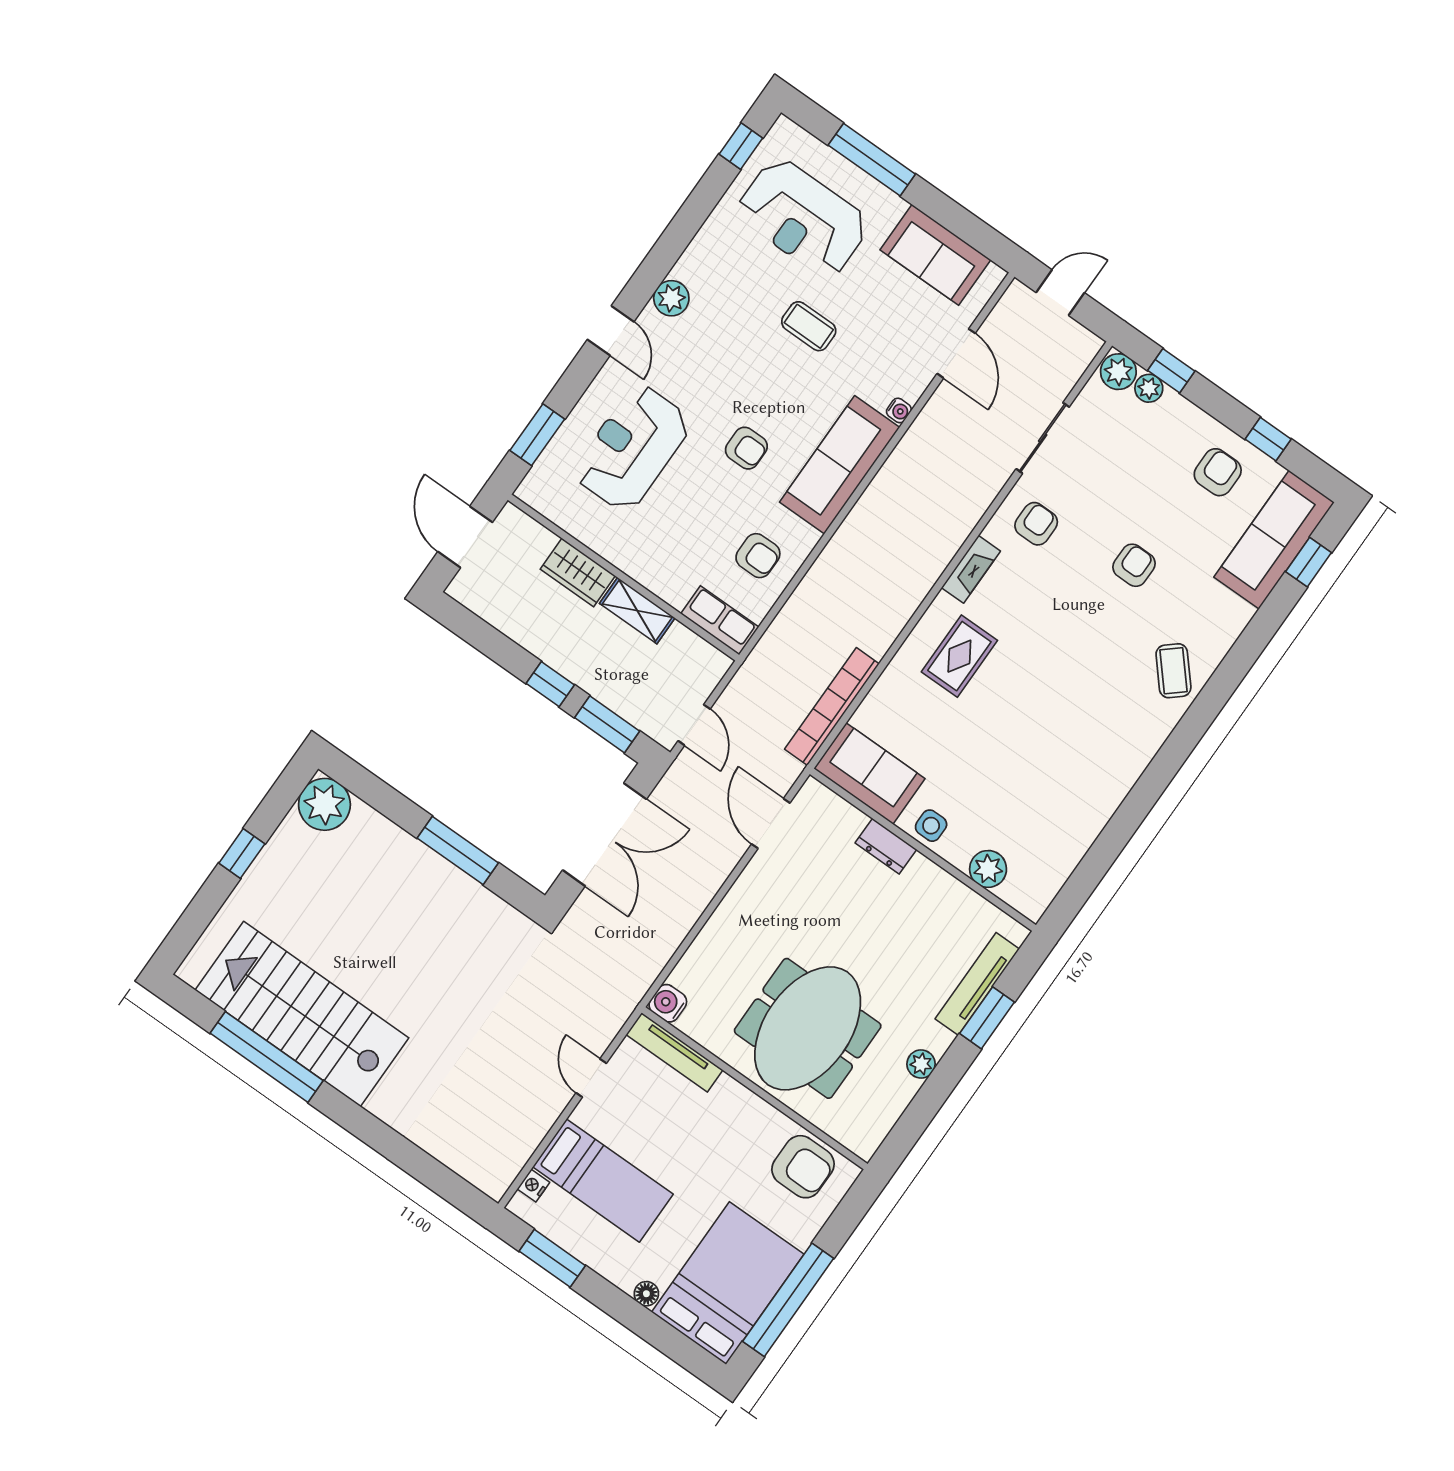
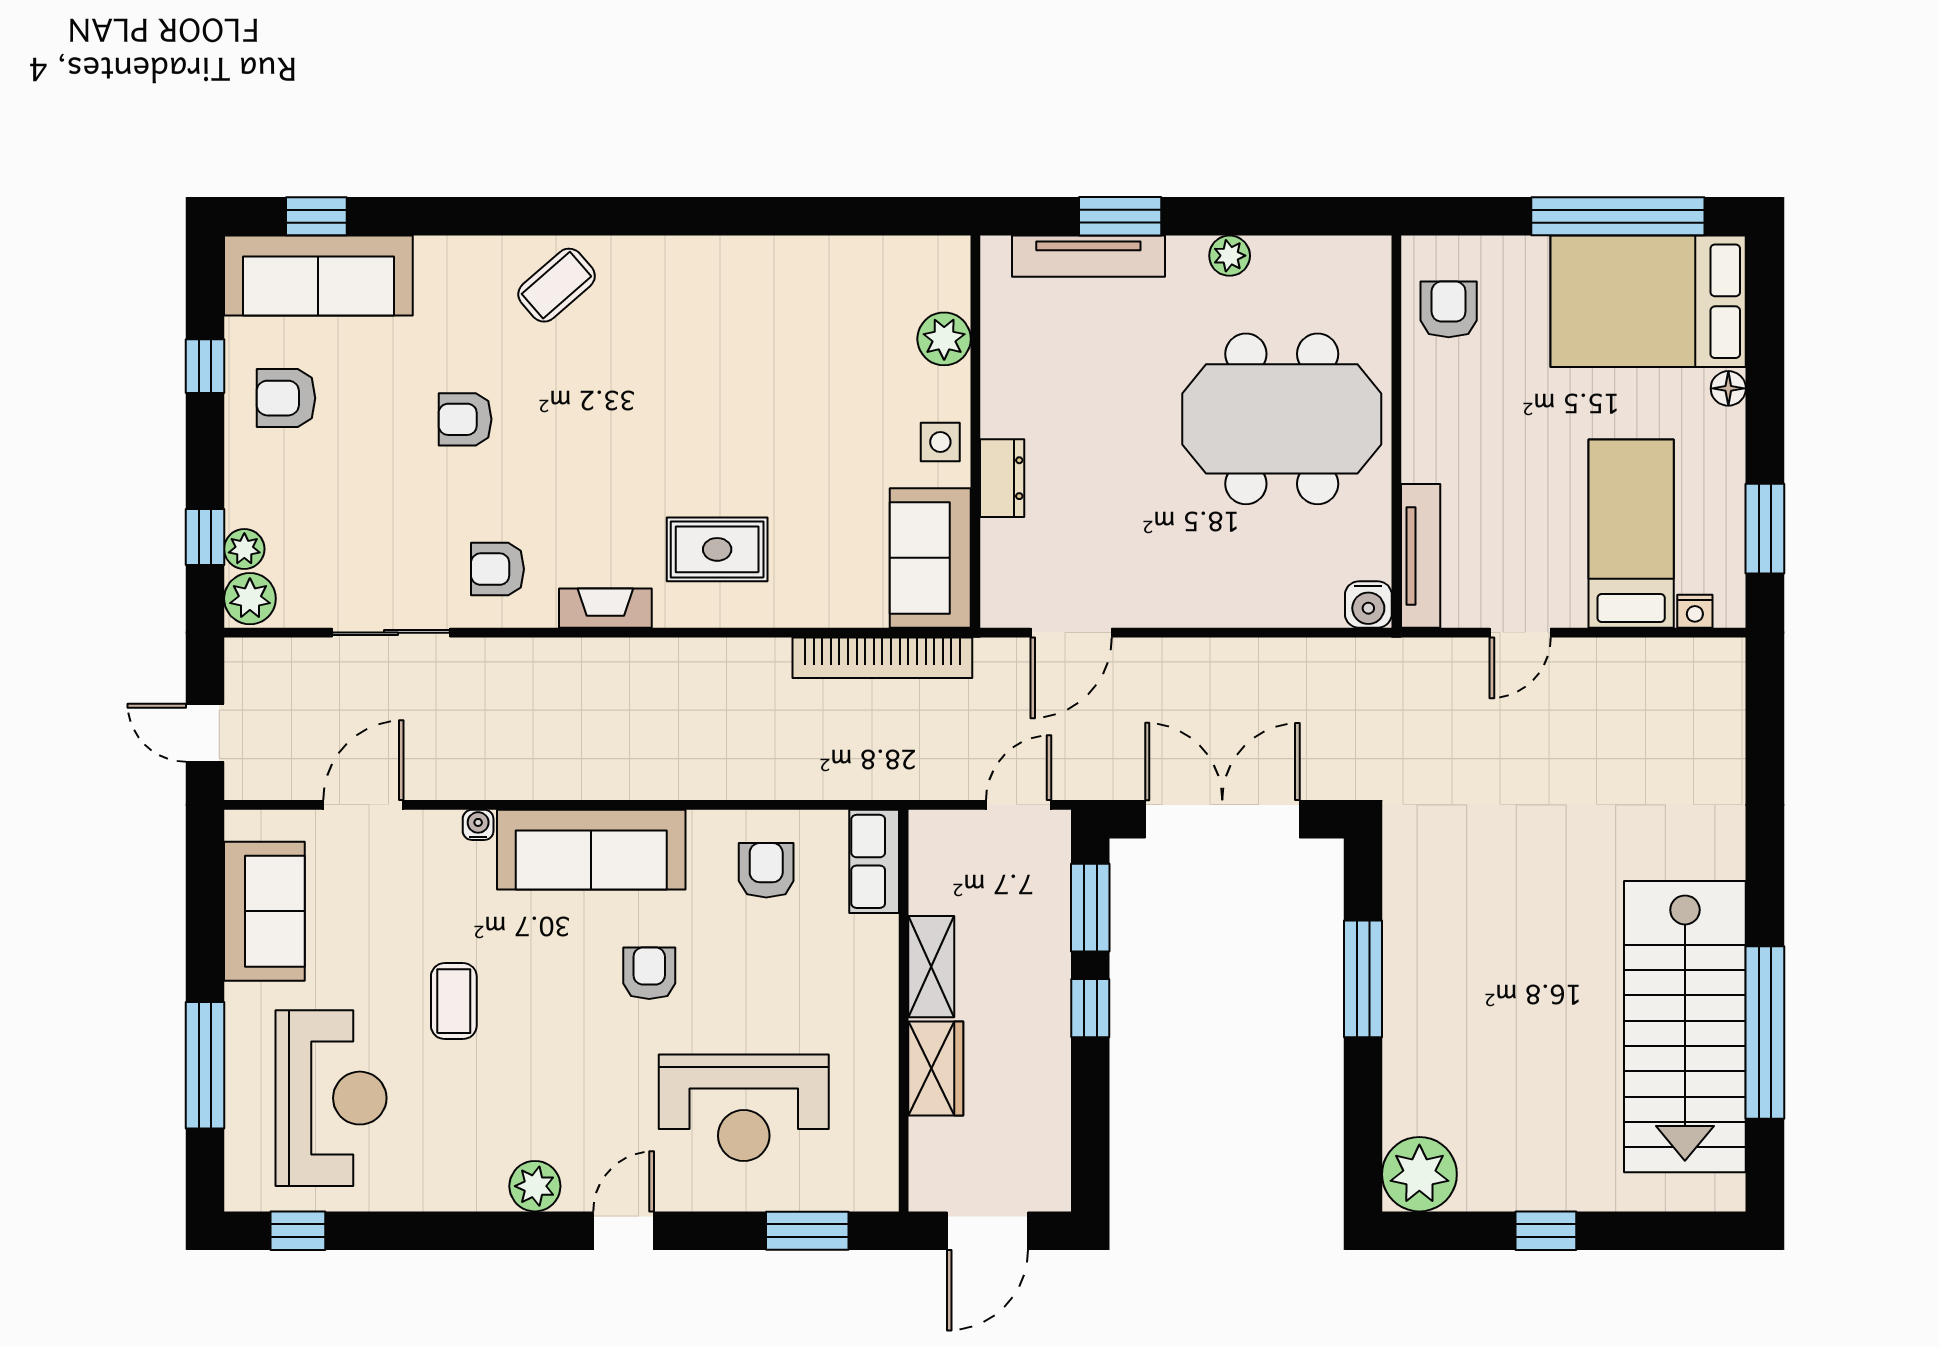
armchair: (803, 1167) -> (1449, 309), width x0.72, depth x0.72

